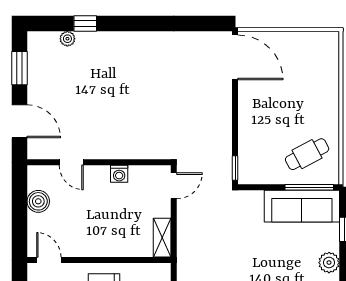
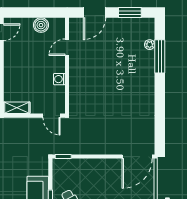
window: (85, 23) -> (160, 56), width x2.17

